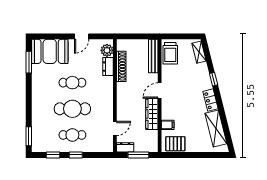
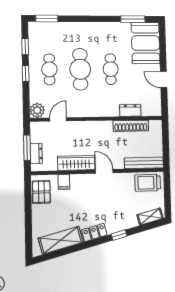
plant: (107, 50) -> (37, 110), moved
door: (115, 129) -> (58, 119), swing flipped
dresser: (125, 147) -> (36, 153), moved

